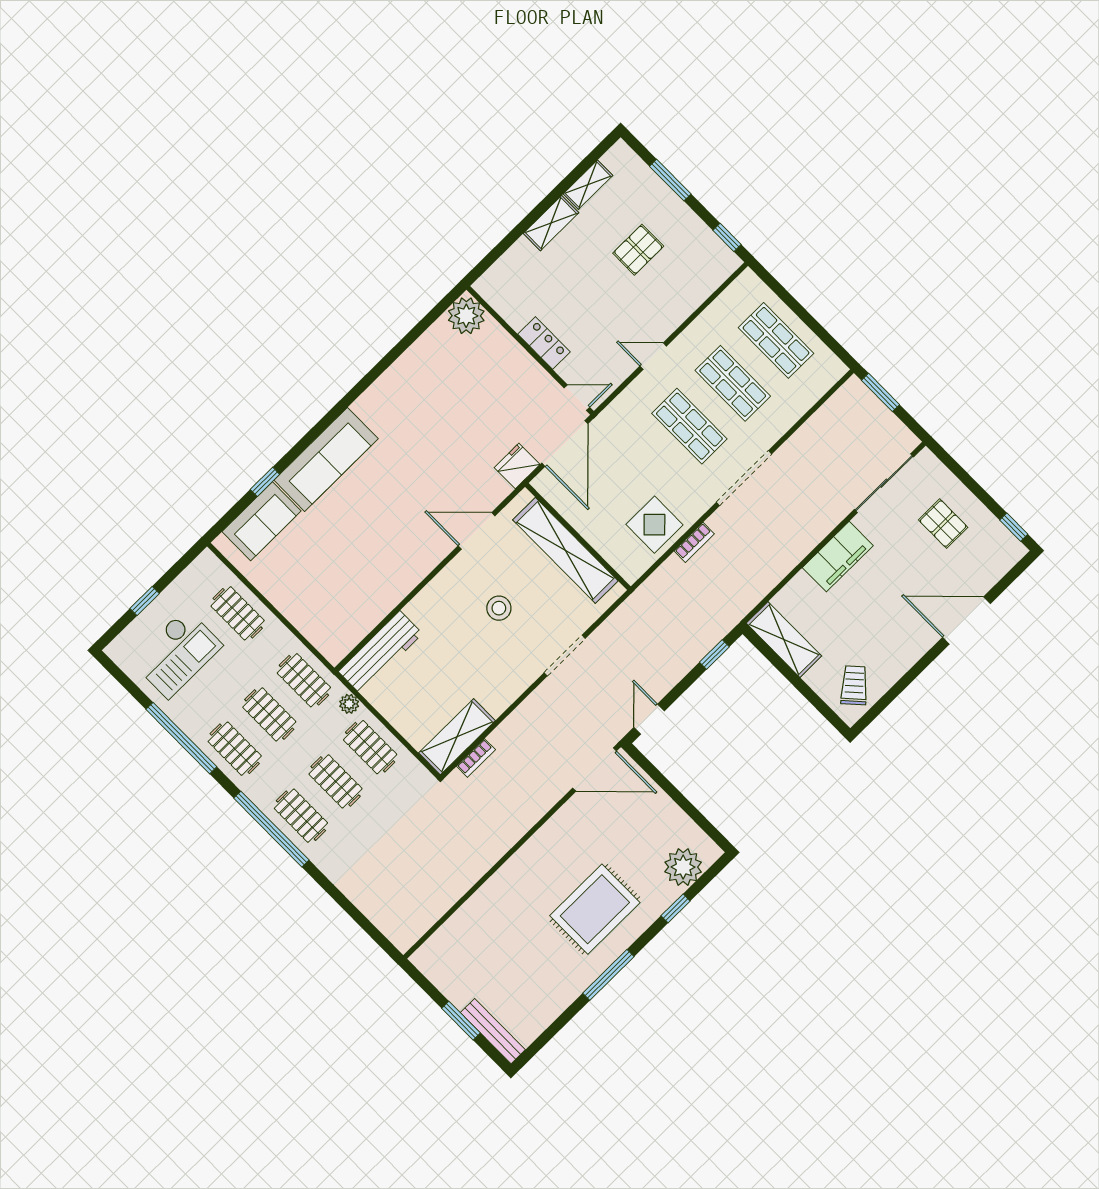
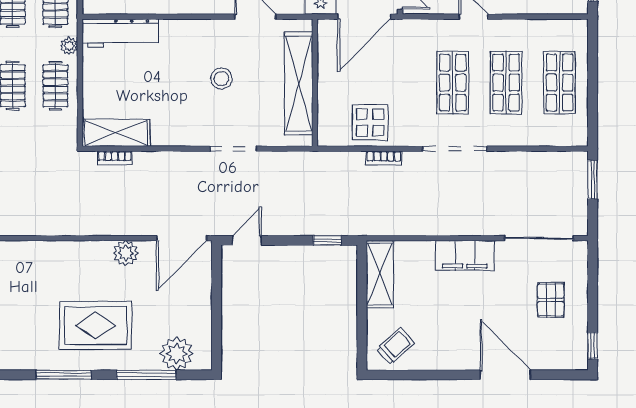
door: (595, 770) -> (182, 238), hinge flipped
plant: (561, 826) -> (126, 253), added
window: (676, 908) -> (146, 375), width x2.17

